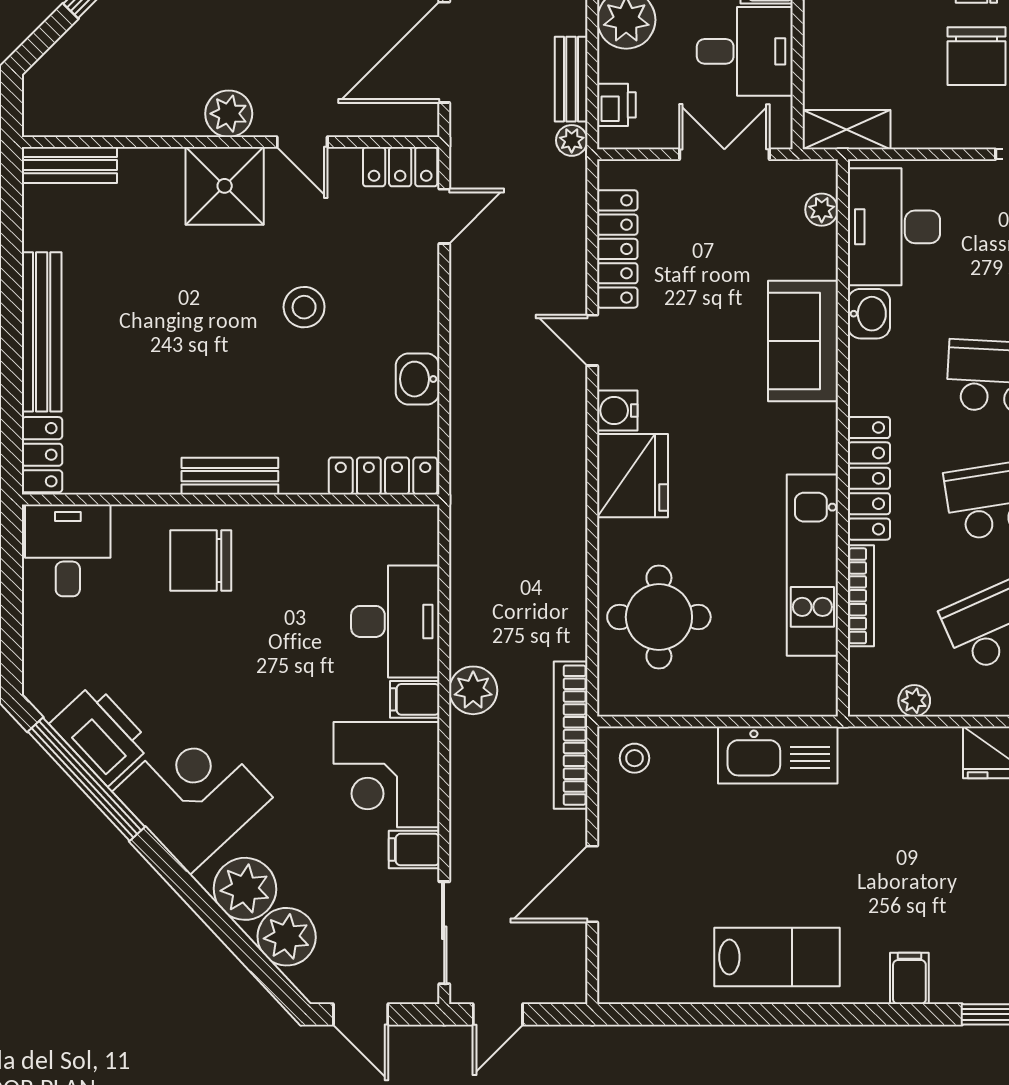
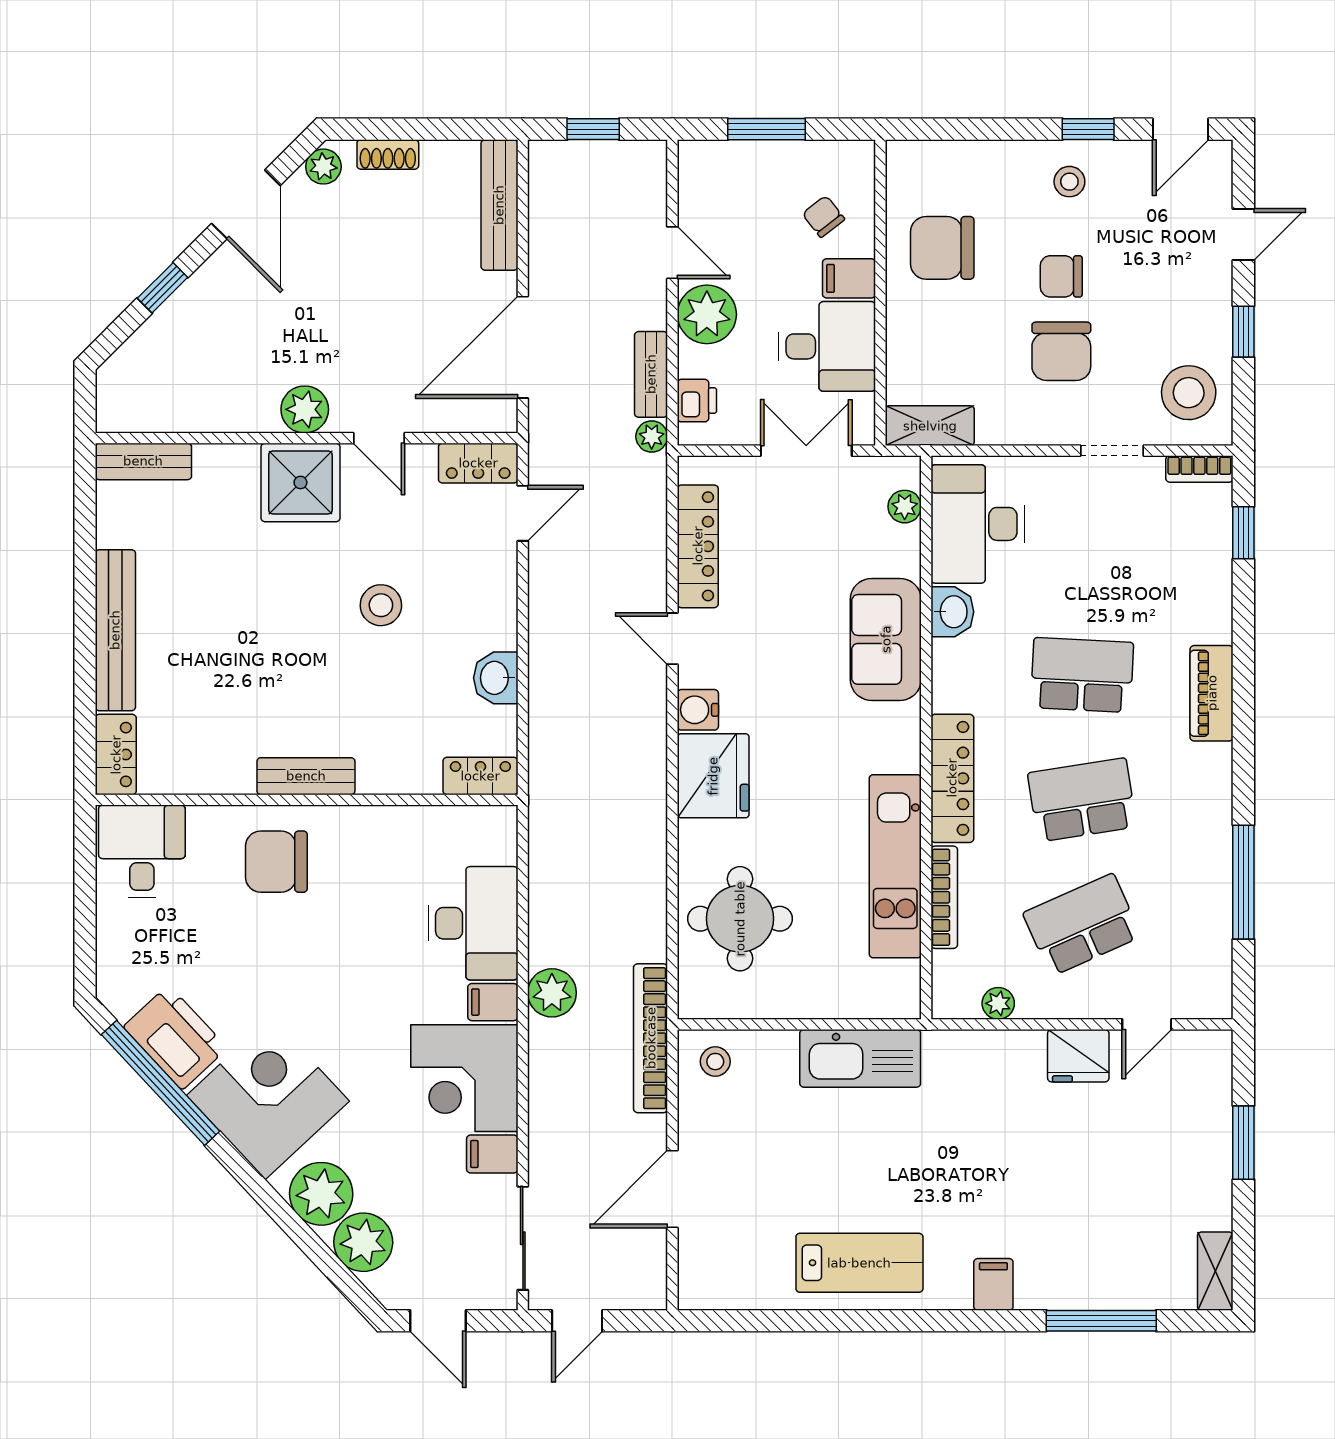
locker: (383, 476) -> (480, 776), width x0.66

